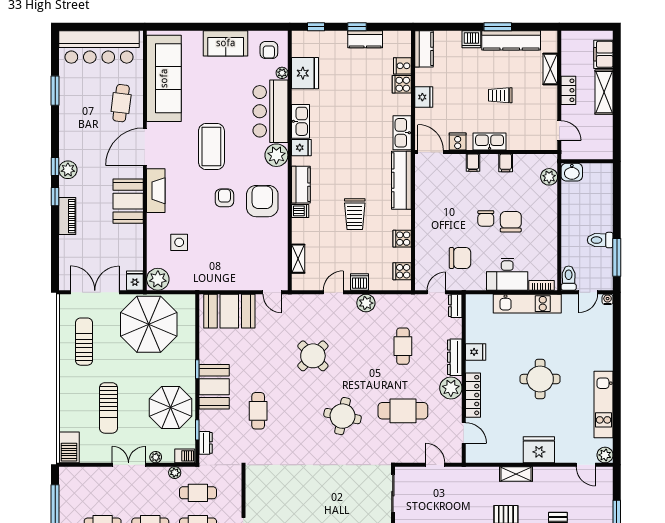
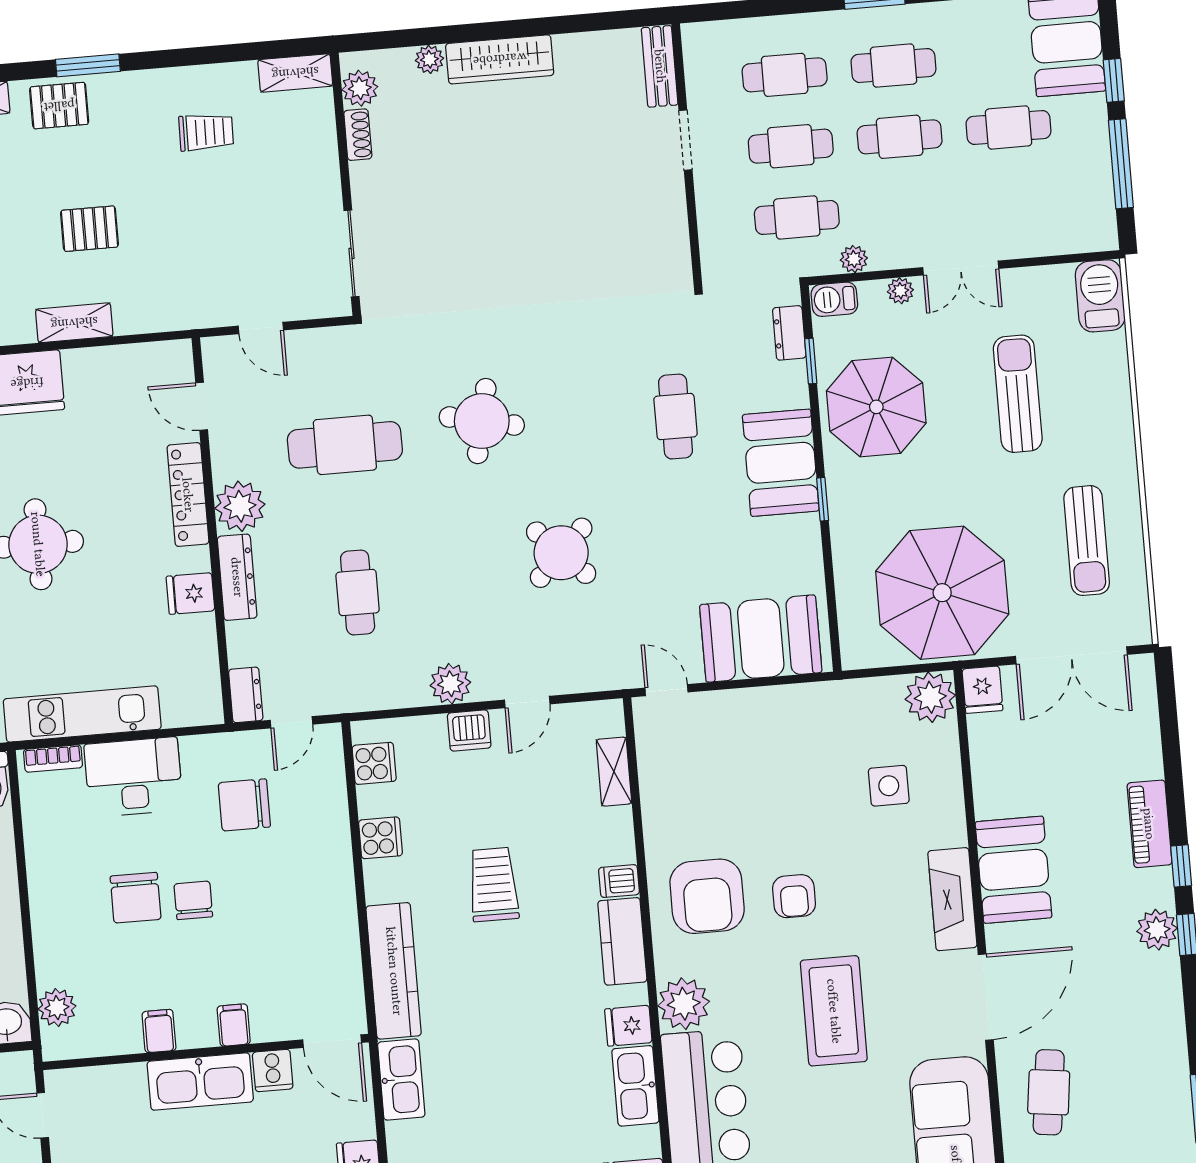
kitchen sink: (490, 141) -> (200, 1082), width x1.36, depth x1.24

